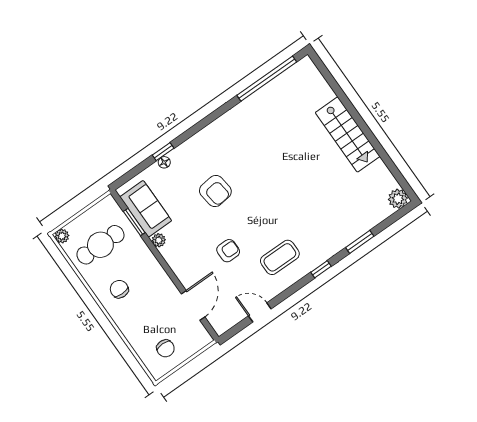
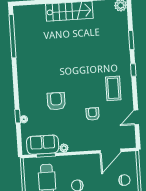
armchair: (215, 191) -> (56, 101), turned -83
door: (193, 305) -> (110, 151), swing flipped

